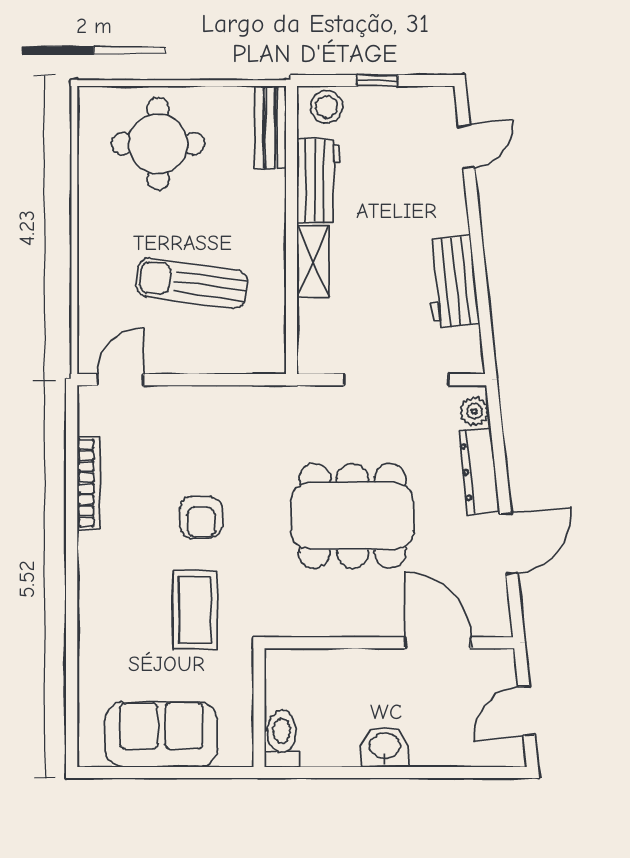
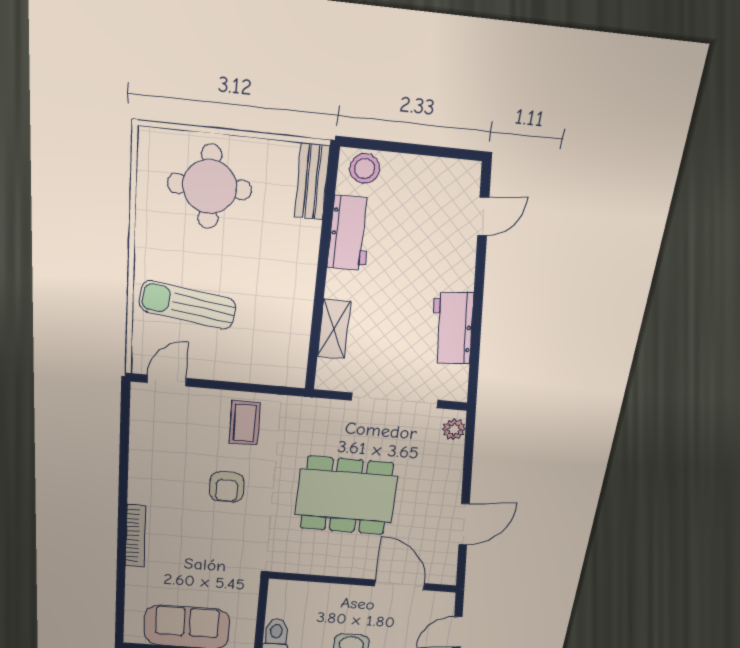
window: (377, 80) -> (413, 149), removed
shelving: (313, 261) -> (334, 329), moved
sun lounger: (192, 283) -> (187, 305), moved
dresser: (479, 471) -> (450, 472), removed
bookcase: (89, 483) -> (135, 536), moved
coffee table: (195, 610) -> (245, 423), moved, width x0.73, depth x0.77

